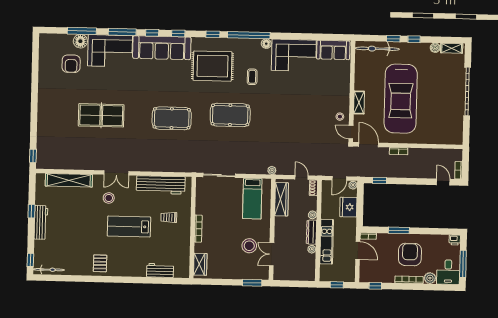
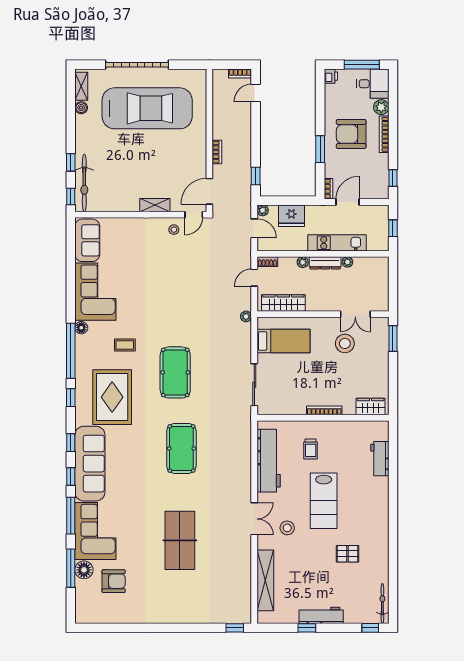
window: (414, 39) -> (71, 196), moved
car: (401, 99) -> (147, 108), moved
pallet: (100, 263) -> (348, 554), moved

